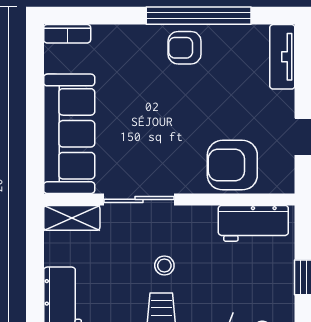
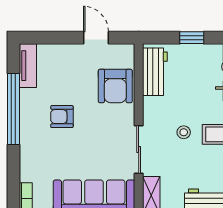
armchair: (185, 48) -> (62, 117), moved, turned 90
tv unit: (282, 57) -> (28, 66), moved, turned -90

